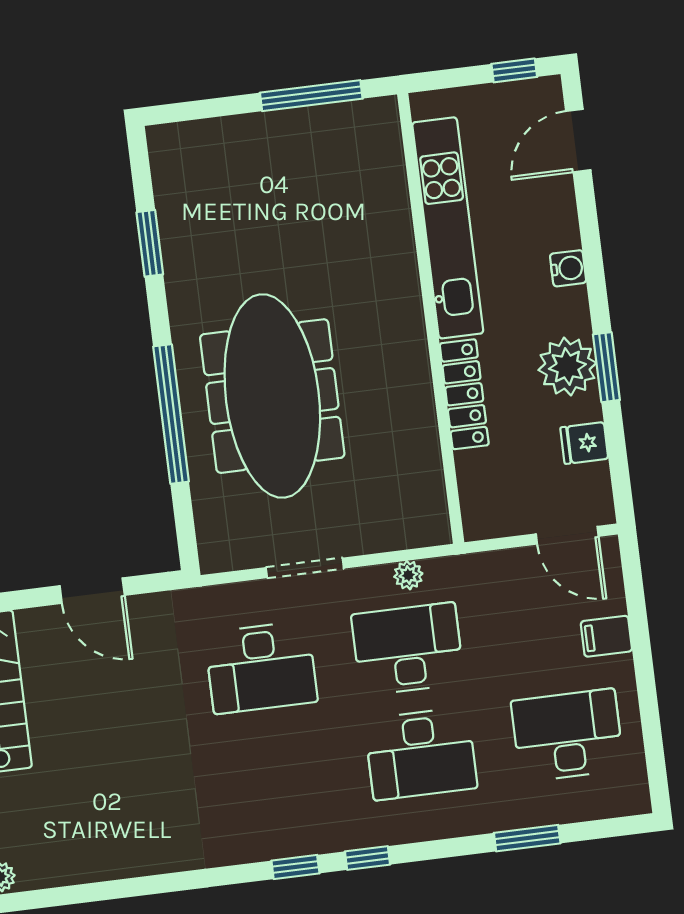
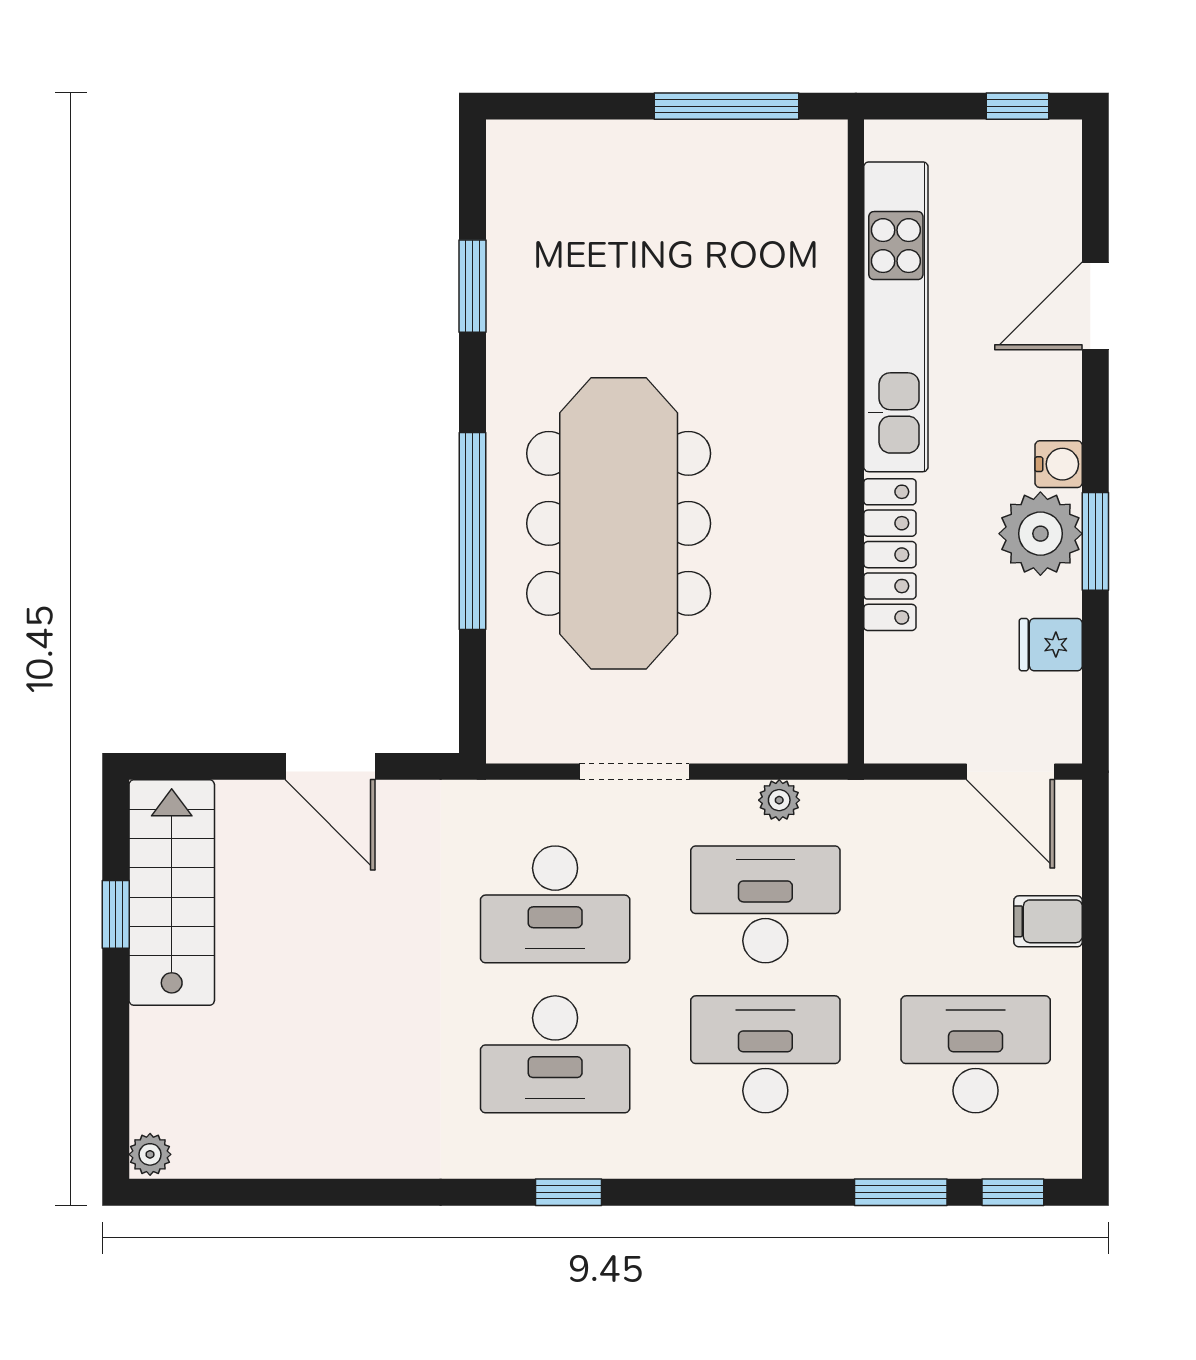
door: (578, 141) -> (1095, 306), moved
water cooler: (568, 268) -> (1059, 464), moved
desk: (421, 754) -> (765, 1054), turned 180
desk: (274, 772) -> (555, 1054), added
window: (368, 858) -> (1013, 1192), moved

